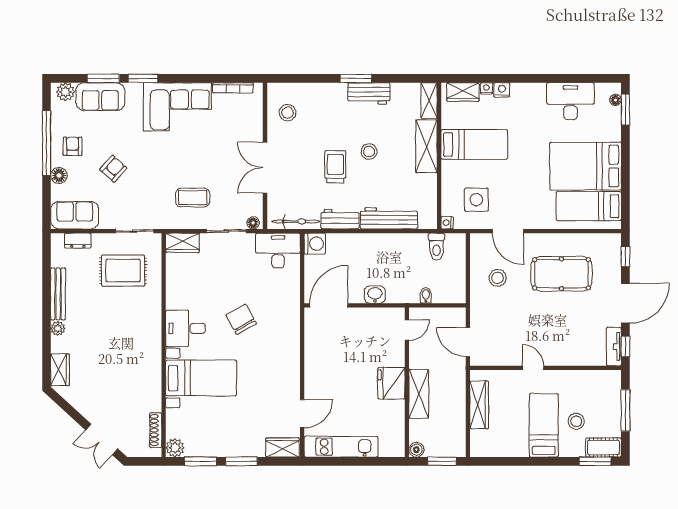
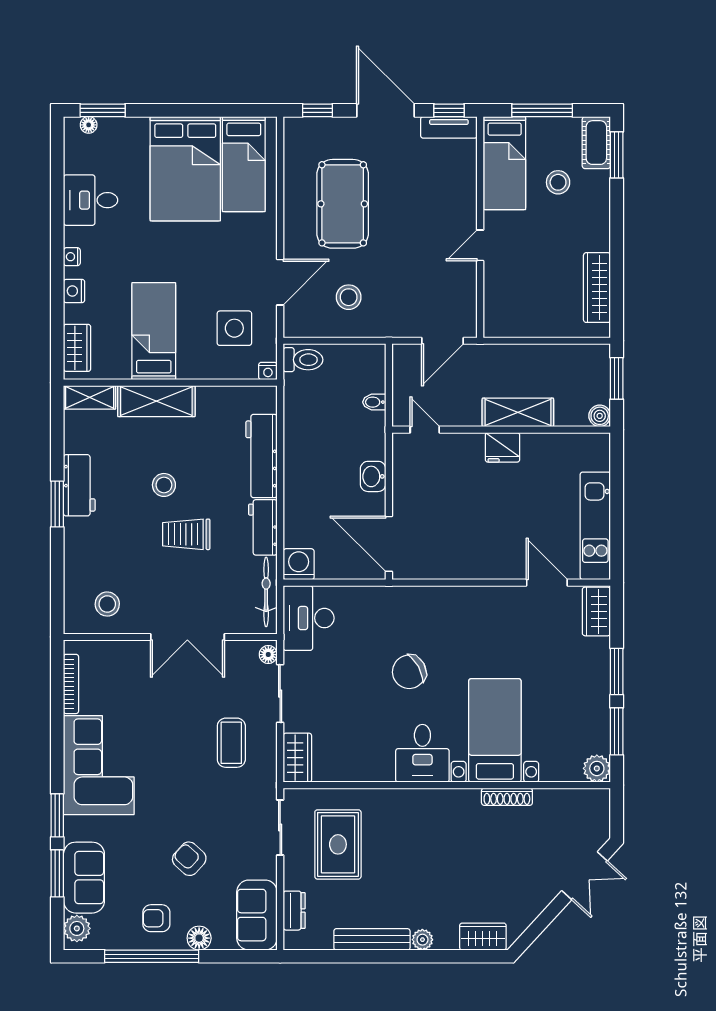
nightstand: (486, 88) -> (72, 257), moved
desk: (570, 101) -> (91, 200), width x0.73
toilet: (437, 247) -> (303, 360), moved
fridge: (391, 383) -> (502, 447), width x0.73, depth x0.75
wardrobe: (479, 405) -> (597, 288), moved, turned -90
bed: (544, 425) -> (505, 163), moved, turned -90
shoe rack: (156, 430) -> (507, 797), moved

